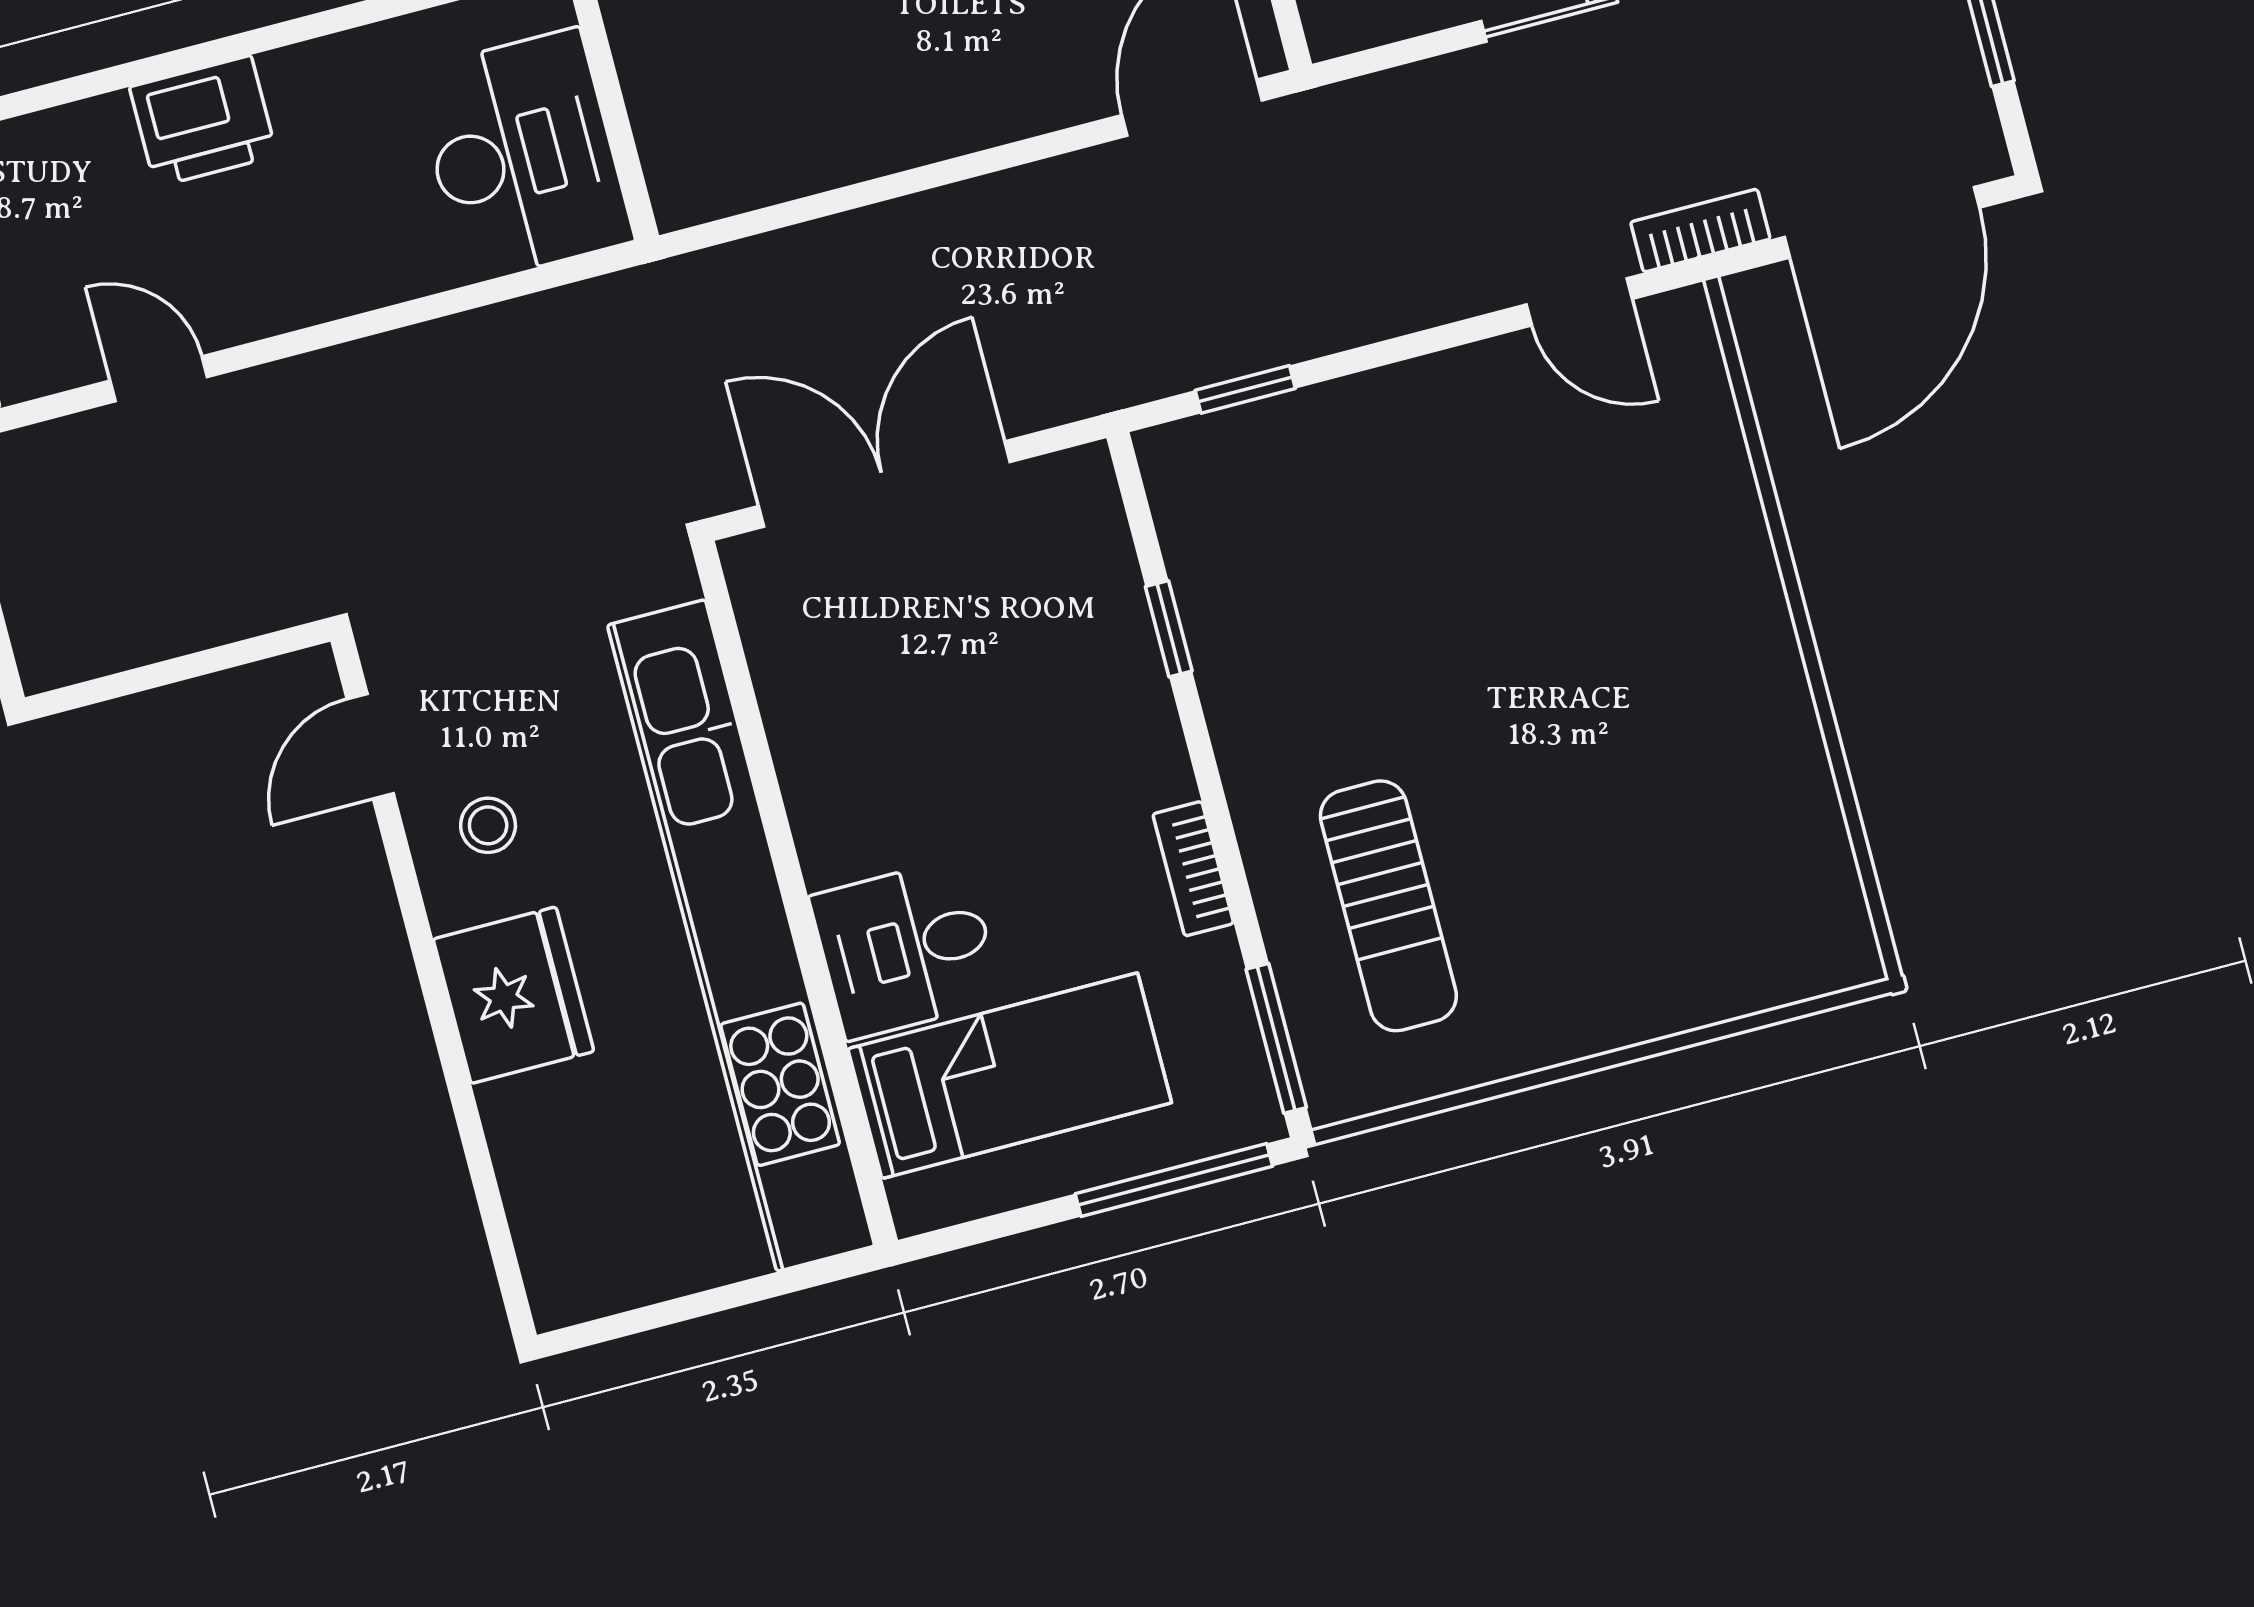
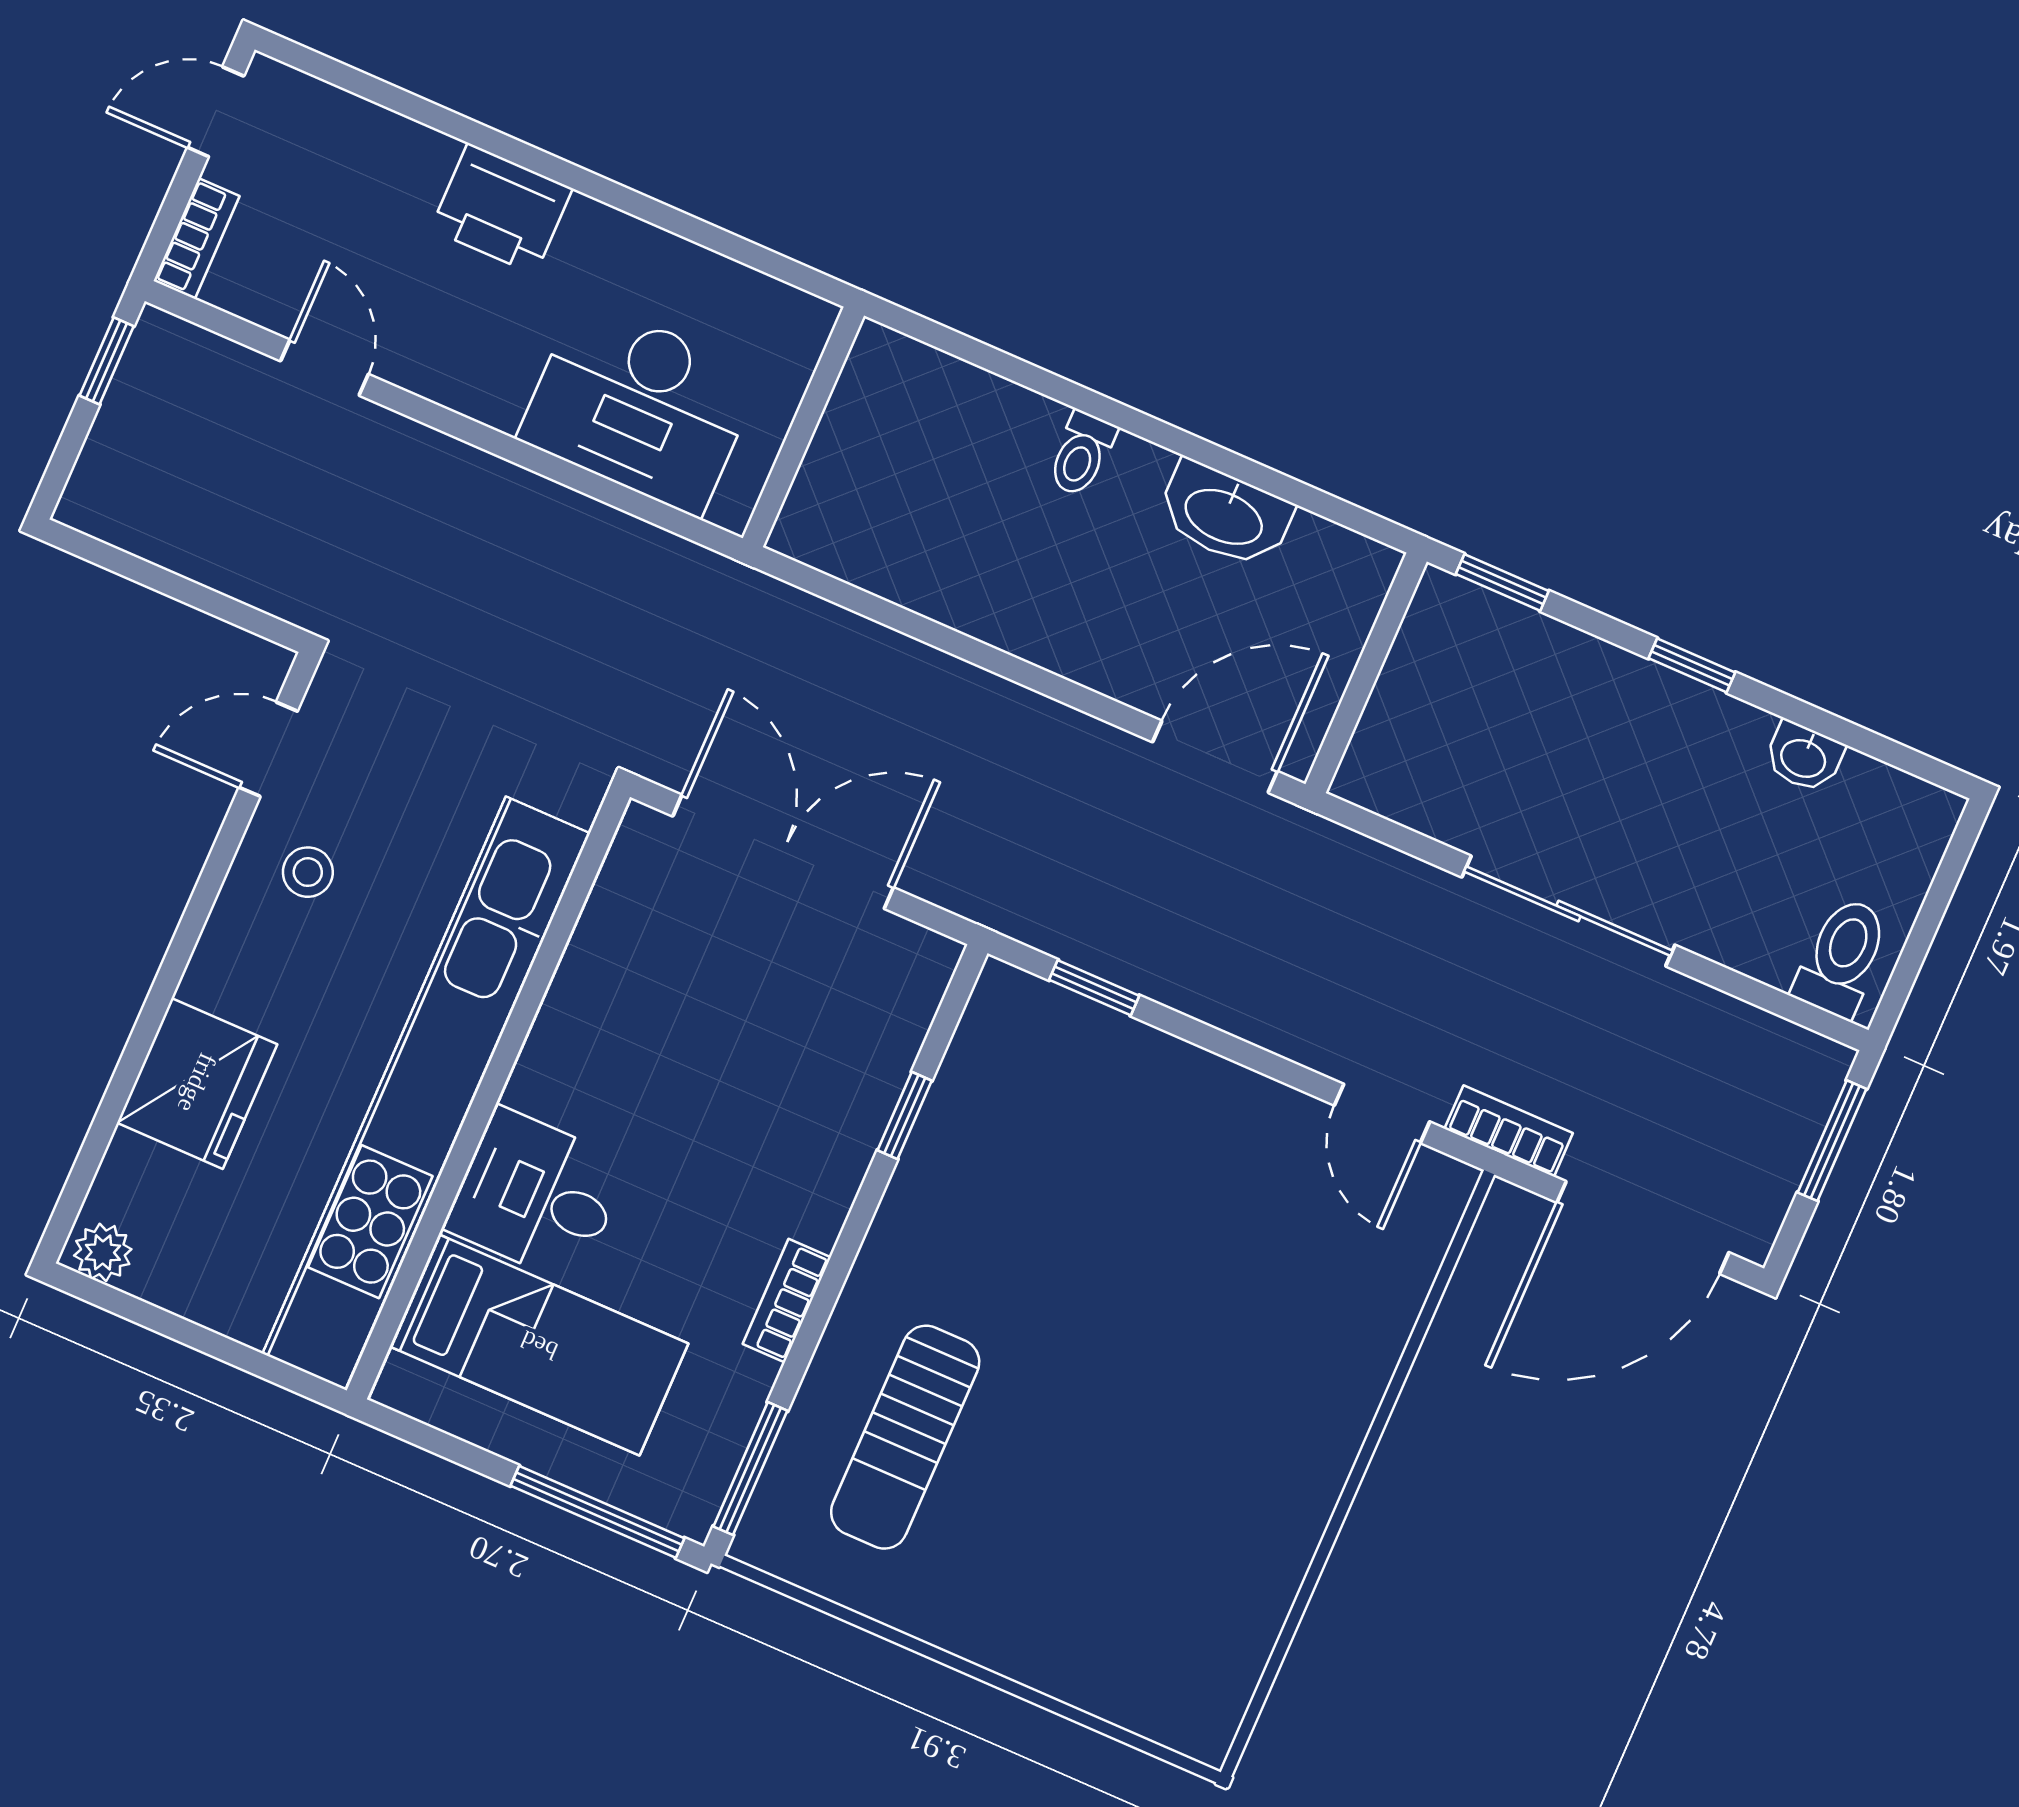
desk: (523, 156) -> (640, 406), moved, turned 90
fridge: (513, 995) -> (197, 1083), moved
plant: (570, 1293) -> (103, 1252), added

